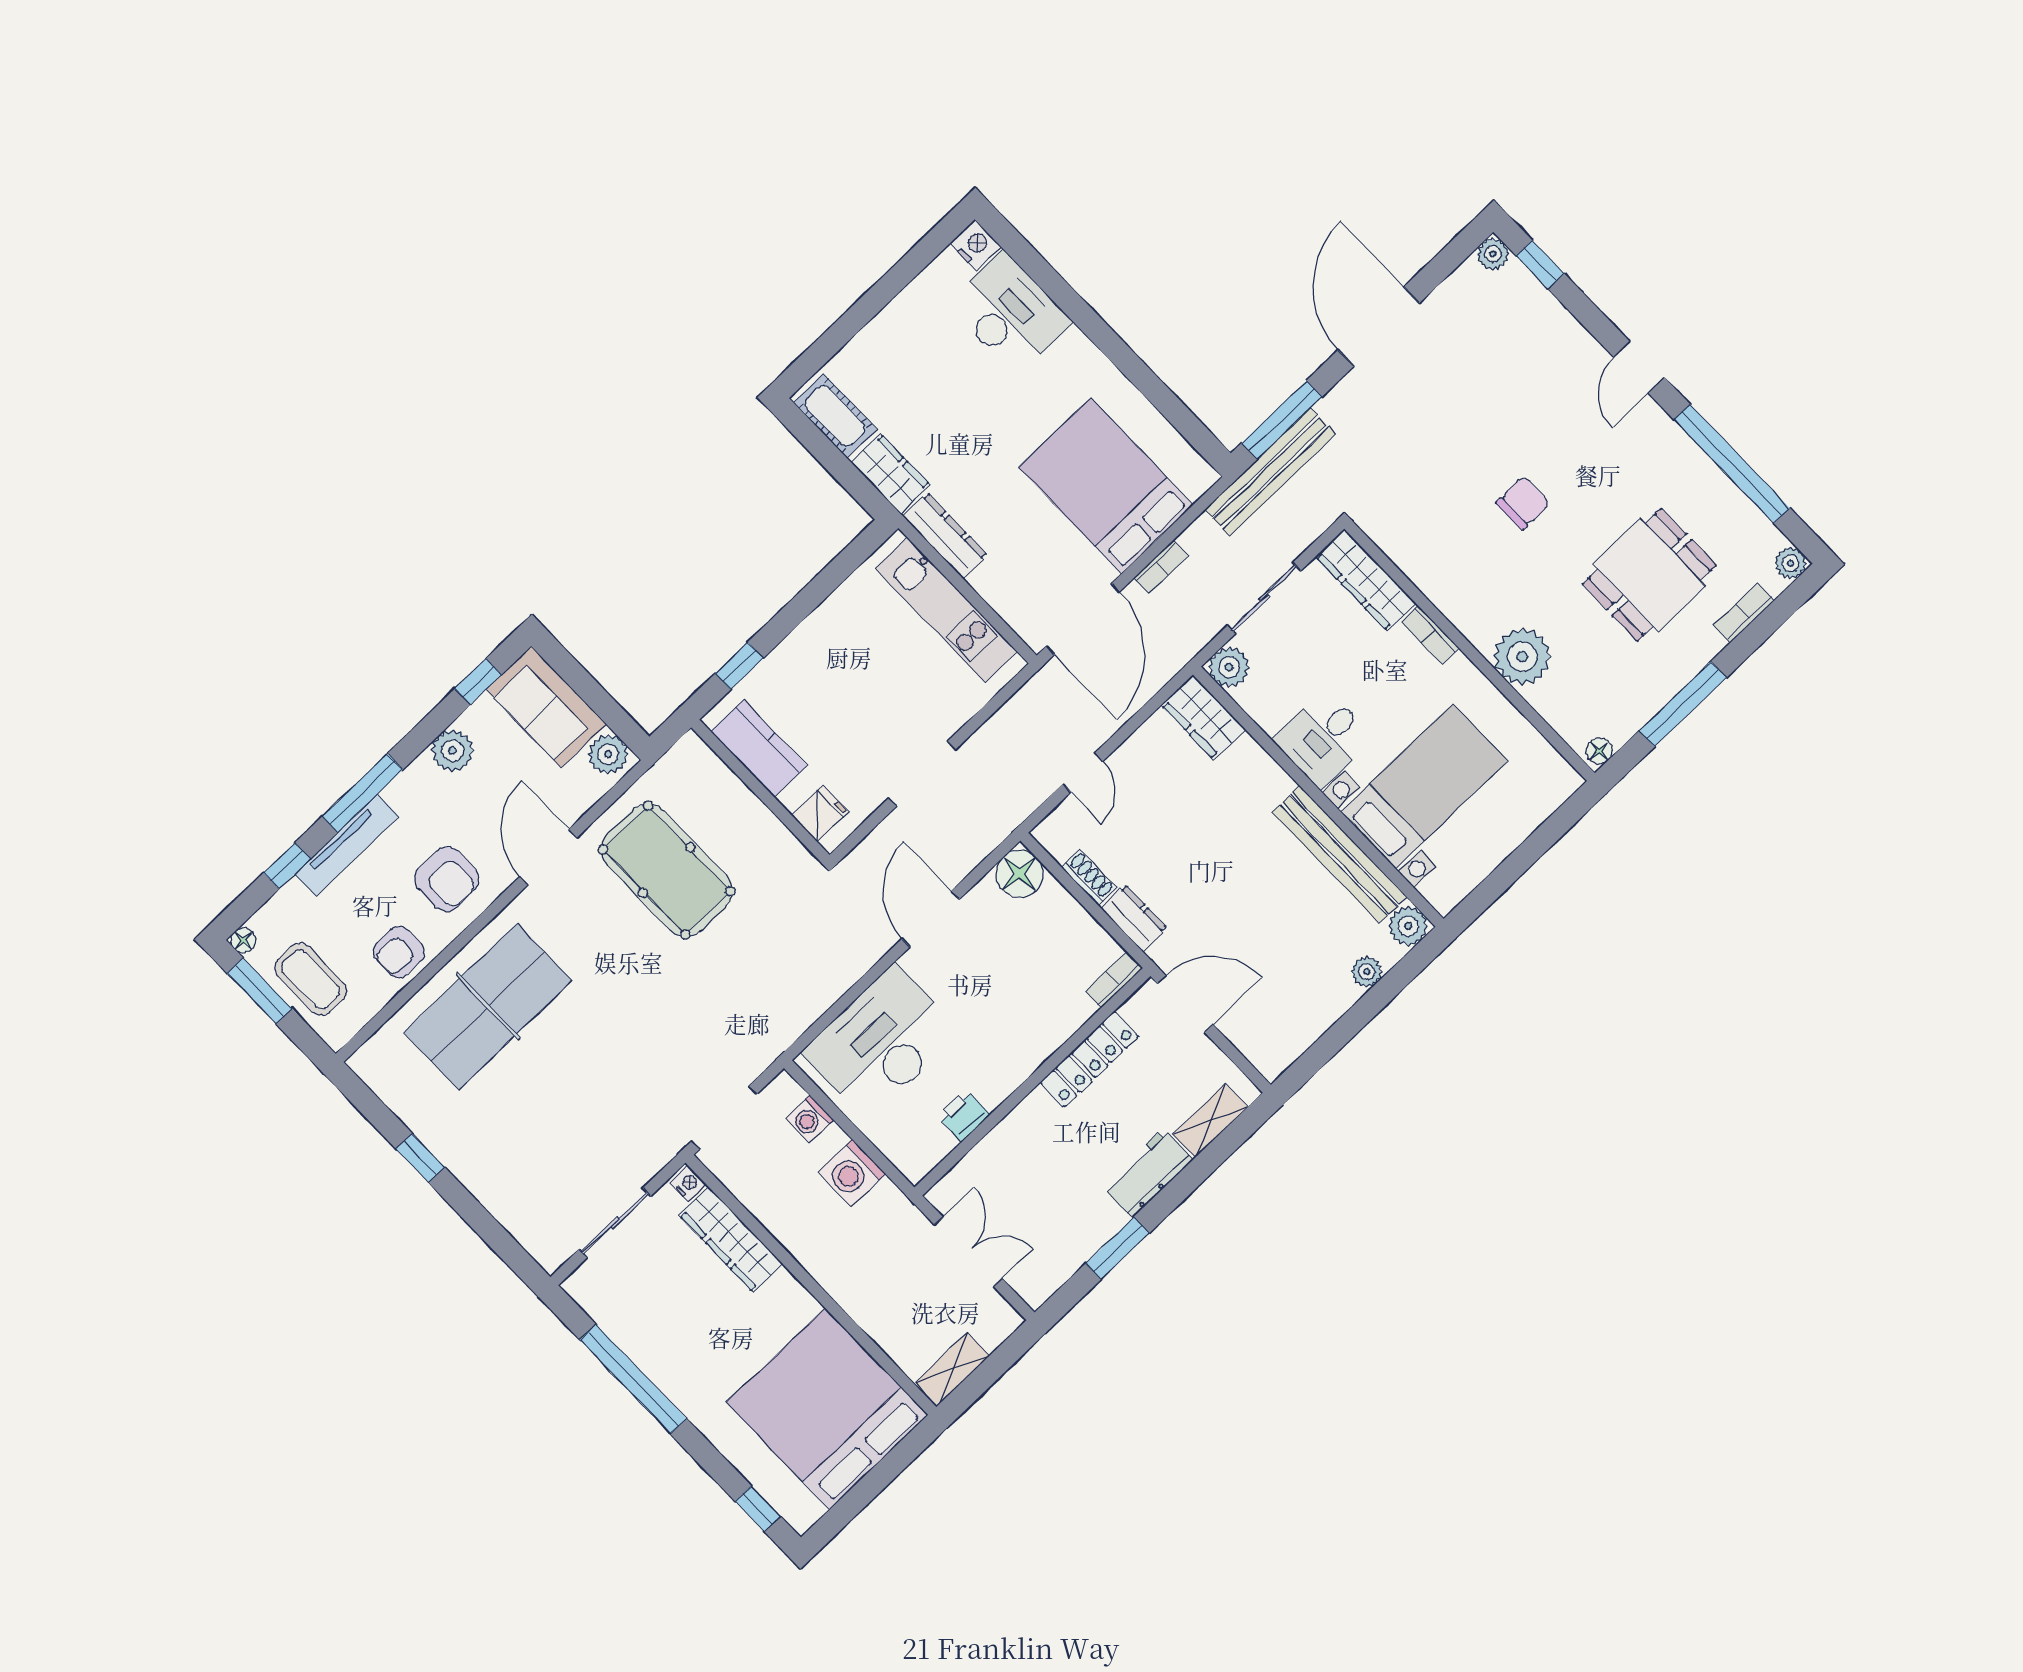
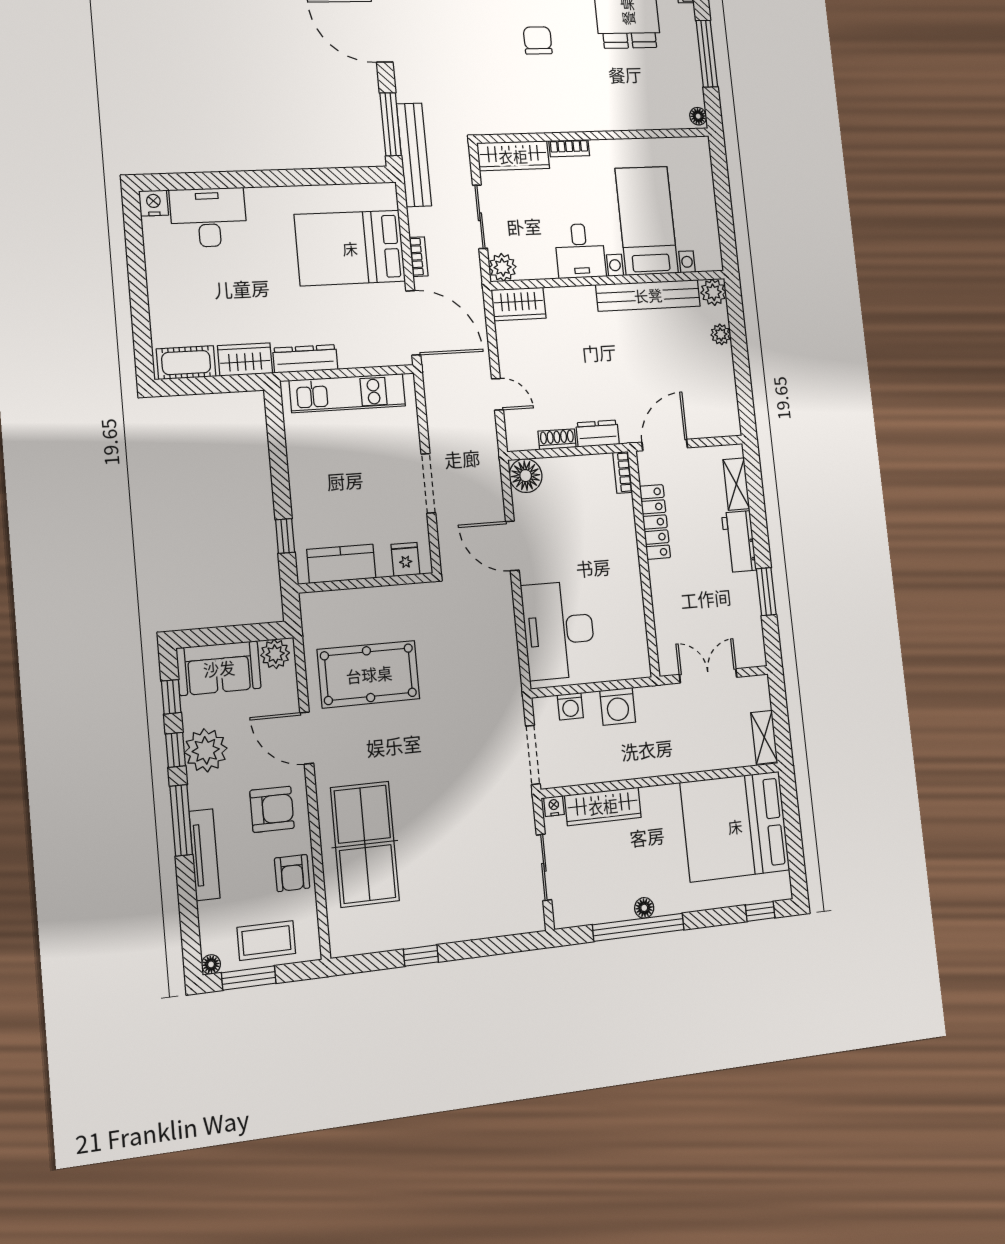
plant: (1522, 657) -> (618, 112), removed
plant: (453, 751) -> (206, 750), width x1.36, depth x1.36
window: (287, 866) -> (175, 750), moved
printer: (964, 1115) -> (633, 617), removed
floor lamp: (659, 1370) -> (644, 908), added

